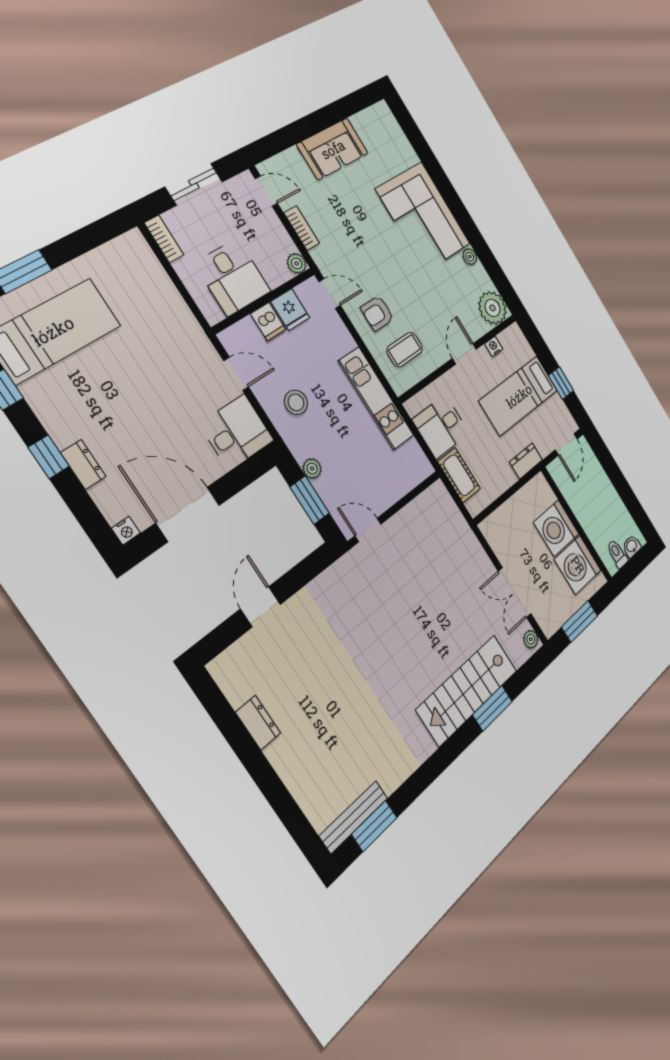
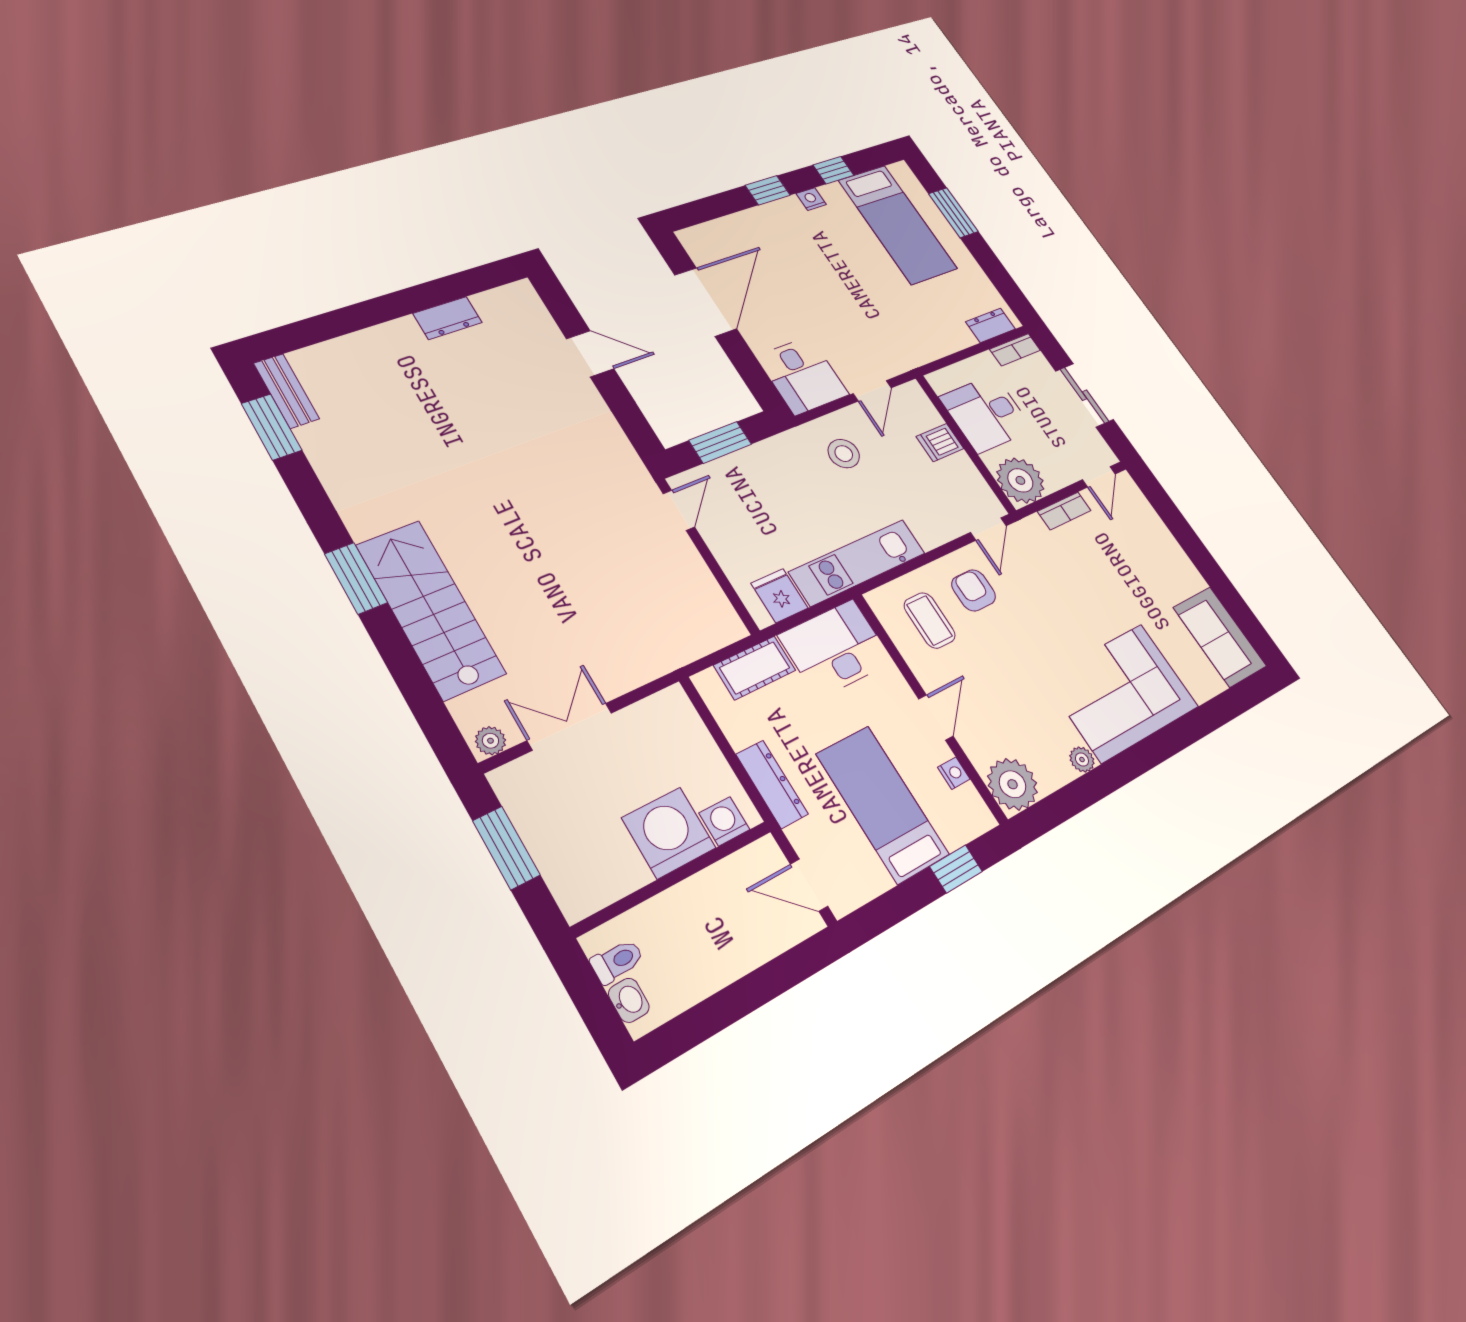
sofa: (333, 149) -> (1220, 637), moved
plant: (297, 263) -> (1020, 480), width x1.87, depth x1.87
fridge: (290, 310) -> (779, 596), moved, turned 90
door: (464, 354) -> (936, 718), hinge flipped
window: (561, 383) -> (956, 869), moved
desk: (441, 427) -> (836, 649), width x1.37
dresser: (526, 461) -> (772, 784), width x1.44
dresser: (83, 465) -> (990, 325), moved, turned 180
plant: (312, 469) -> (761, 455), removed
nightstand: (126, 531) -> (811, 199), moved, turned 90
washing machine: (578, 565) -> (724, 821), moved, width x0.53, depth x0.53
window: (492, 708) -> (356, 578), moved
bench: (354, 817) -> (286, 391), width x0.73

